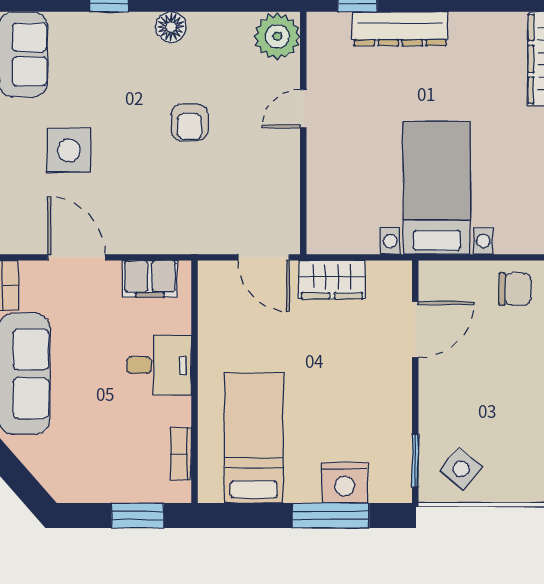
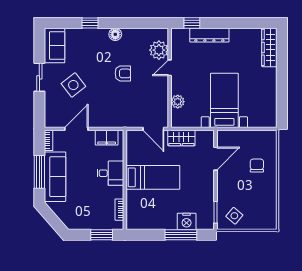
plant: (277, 36) -> (159, 50), moved
armchair: (190, 122) -> (123, 73), turned -90
side table: (69, 150) -> (73, 85), turned -38
plant: (323, 191) -> (178, 102), added
door: (76, 257) -> (76, 129), hinge flipped
chair: (515, 289) -> (257, 165), moved, turned -90
bed: (254, 438) -> (153, 177), moved, turned 90

